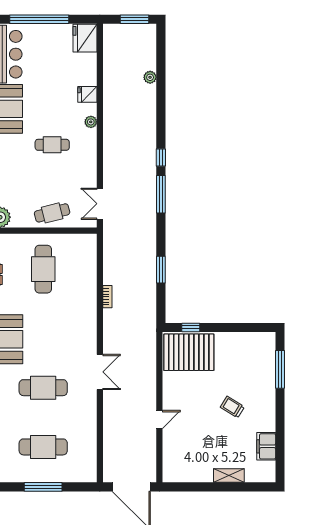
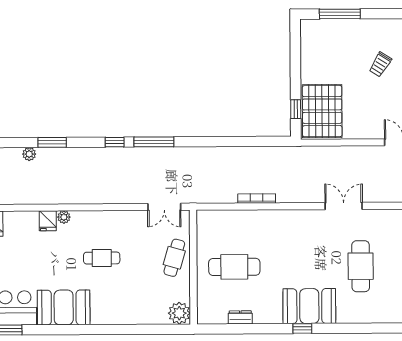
plant: (91, 122) -> (64, 217), moved
cafe table: (52, 145) -> (102, 258), turned 90
cafe table: (52, 213) -> (174, 258), turned 30
window: (161, 270) -> (52, 142), moved
bookcase: (107, 297) -> (257, 198), width x1.56

